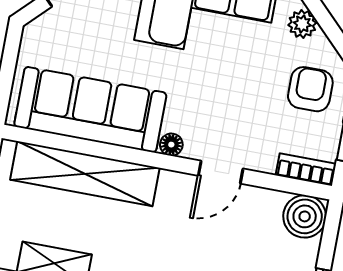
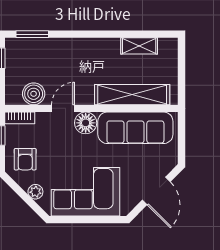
floor lamp: (171, 145) -> (86, 123), width x1.89, depth x1.89
boiler: (305, 216) -> (34, 94), moved

